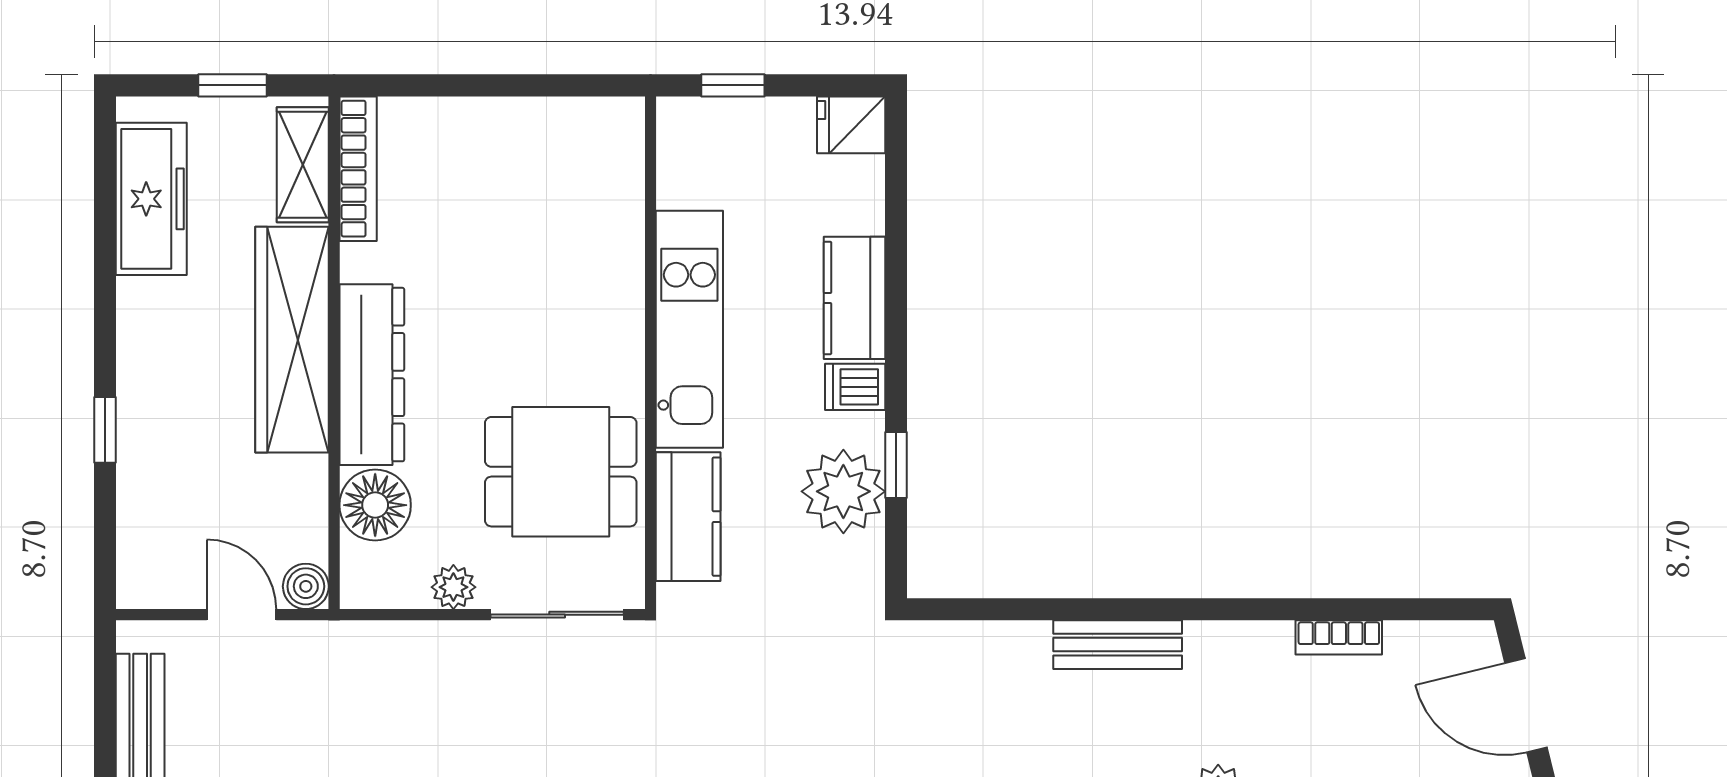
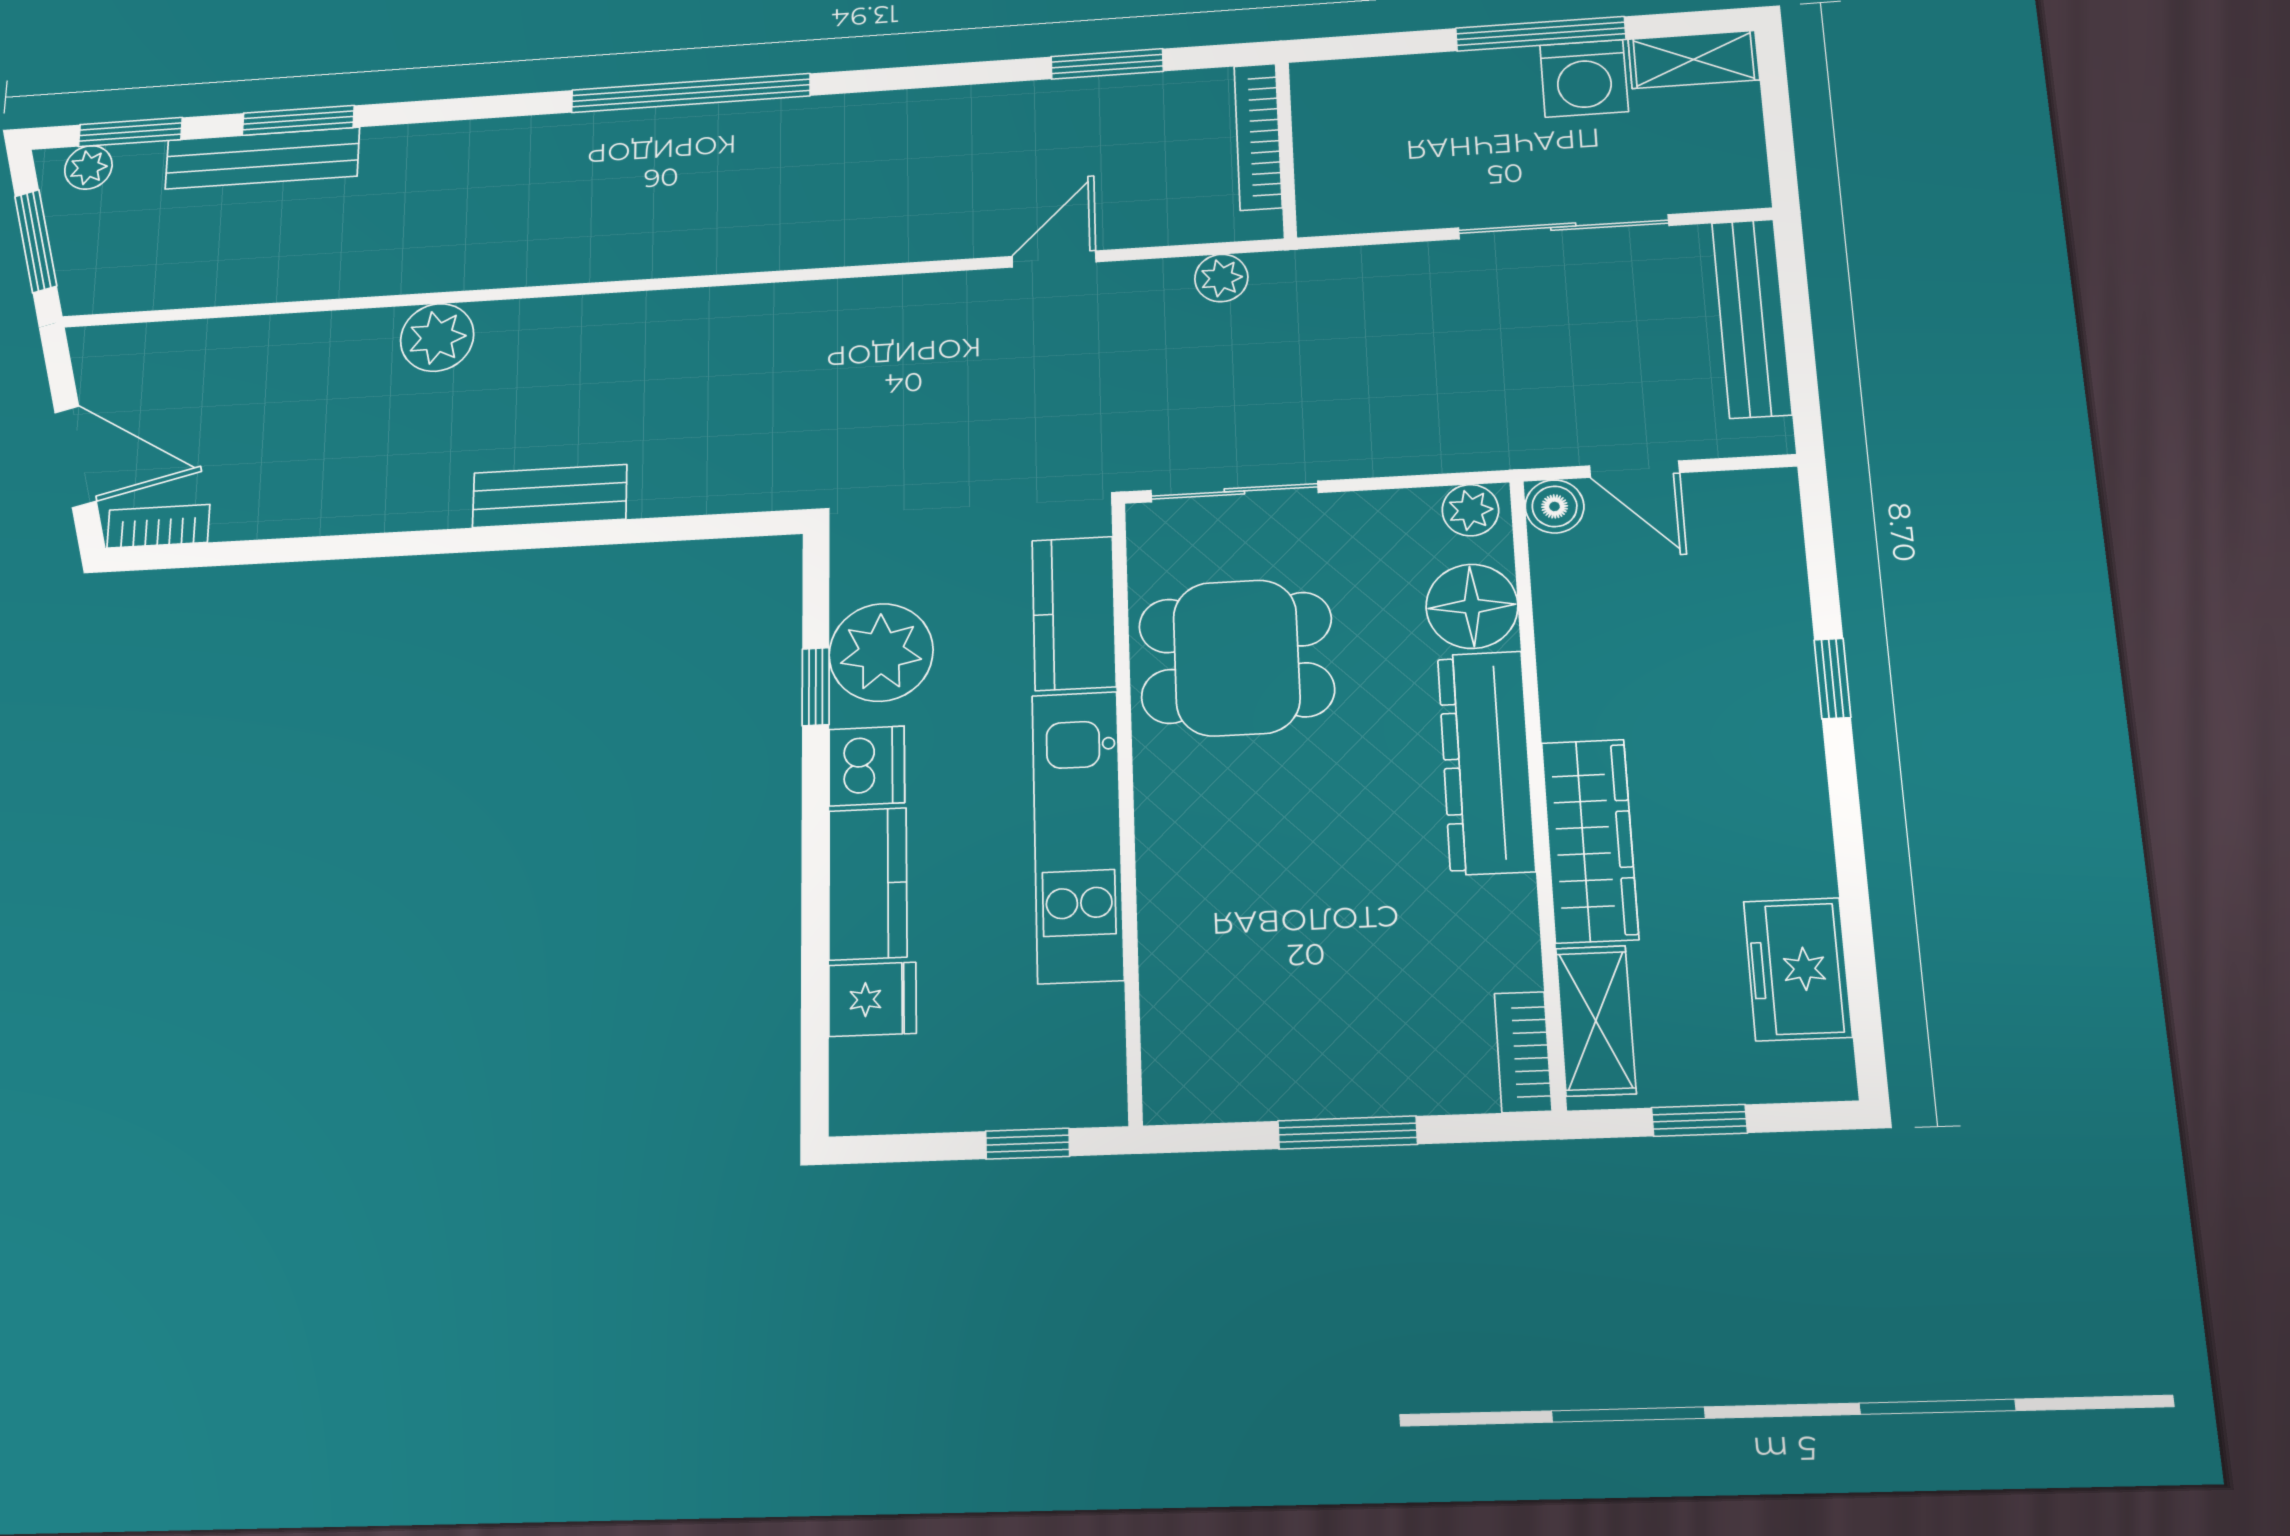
window: (492, 85) -> (1347, 1133), added
fridge: (851, 125) -> (872, 999), moved
bookcase: (358, 169) -> (1523, 1052), width x0.64
freezer: (151, 199) -> (1798, 969), width x0.71
wardrobe: (292, 340) -> (1590, 841), width x0.71, depth x0.85
dishwasher: (855, 387) -> (867, 766), width x1.38
plant: (453, 587) -> (1470, 510), moved
bookcase: (1339, 637) -> (158, 526), moved

